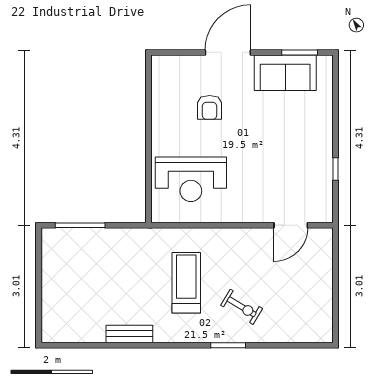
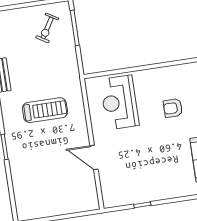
door: (291, 225) -> (94, 157), moved
exercise bike: (242, 307) -> (47, 28), moved

